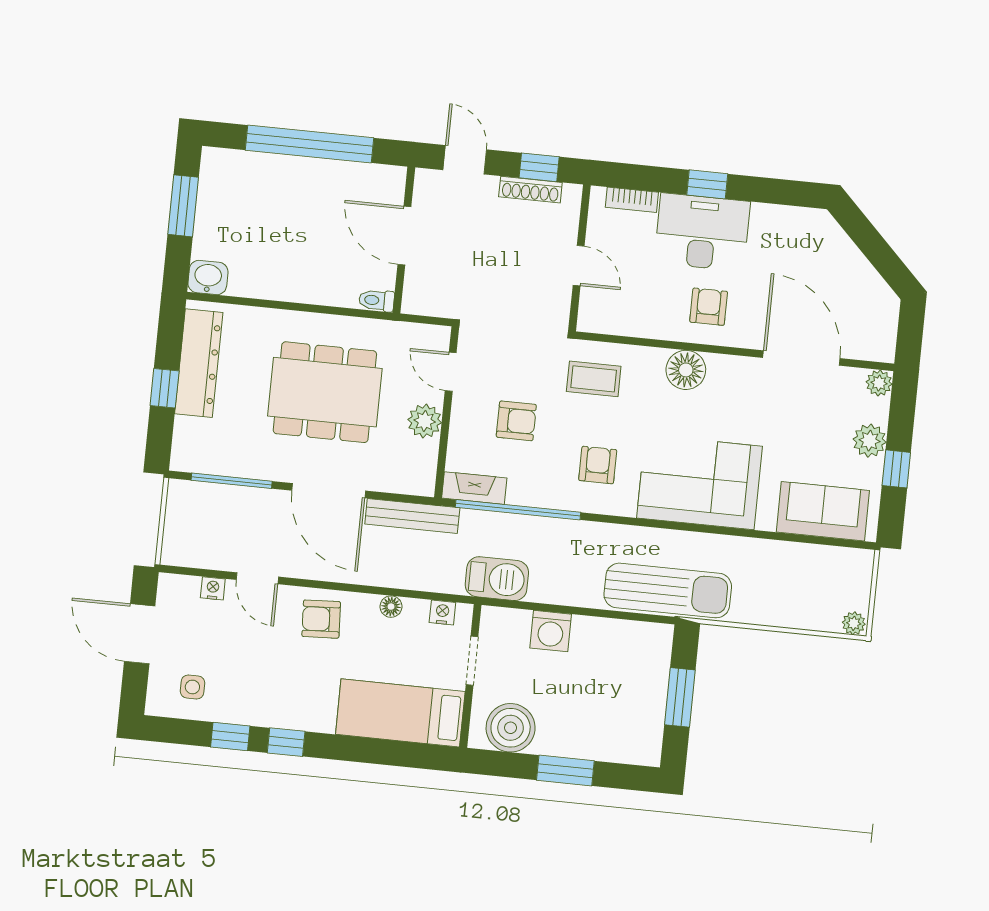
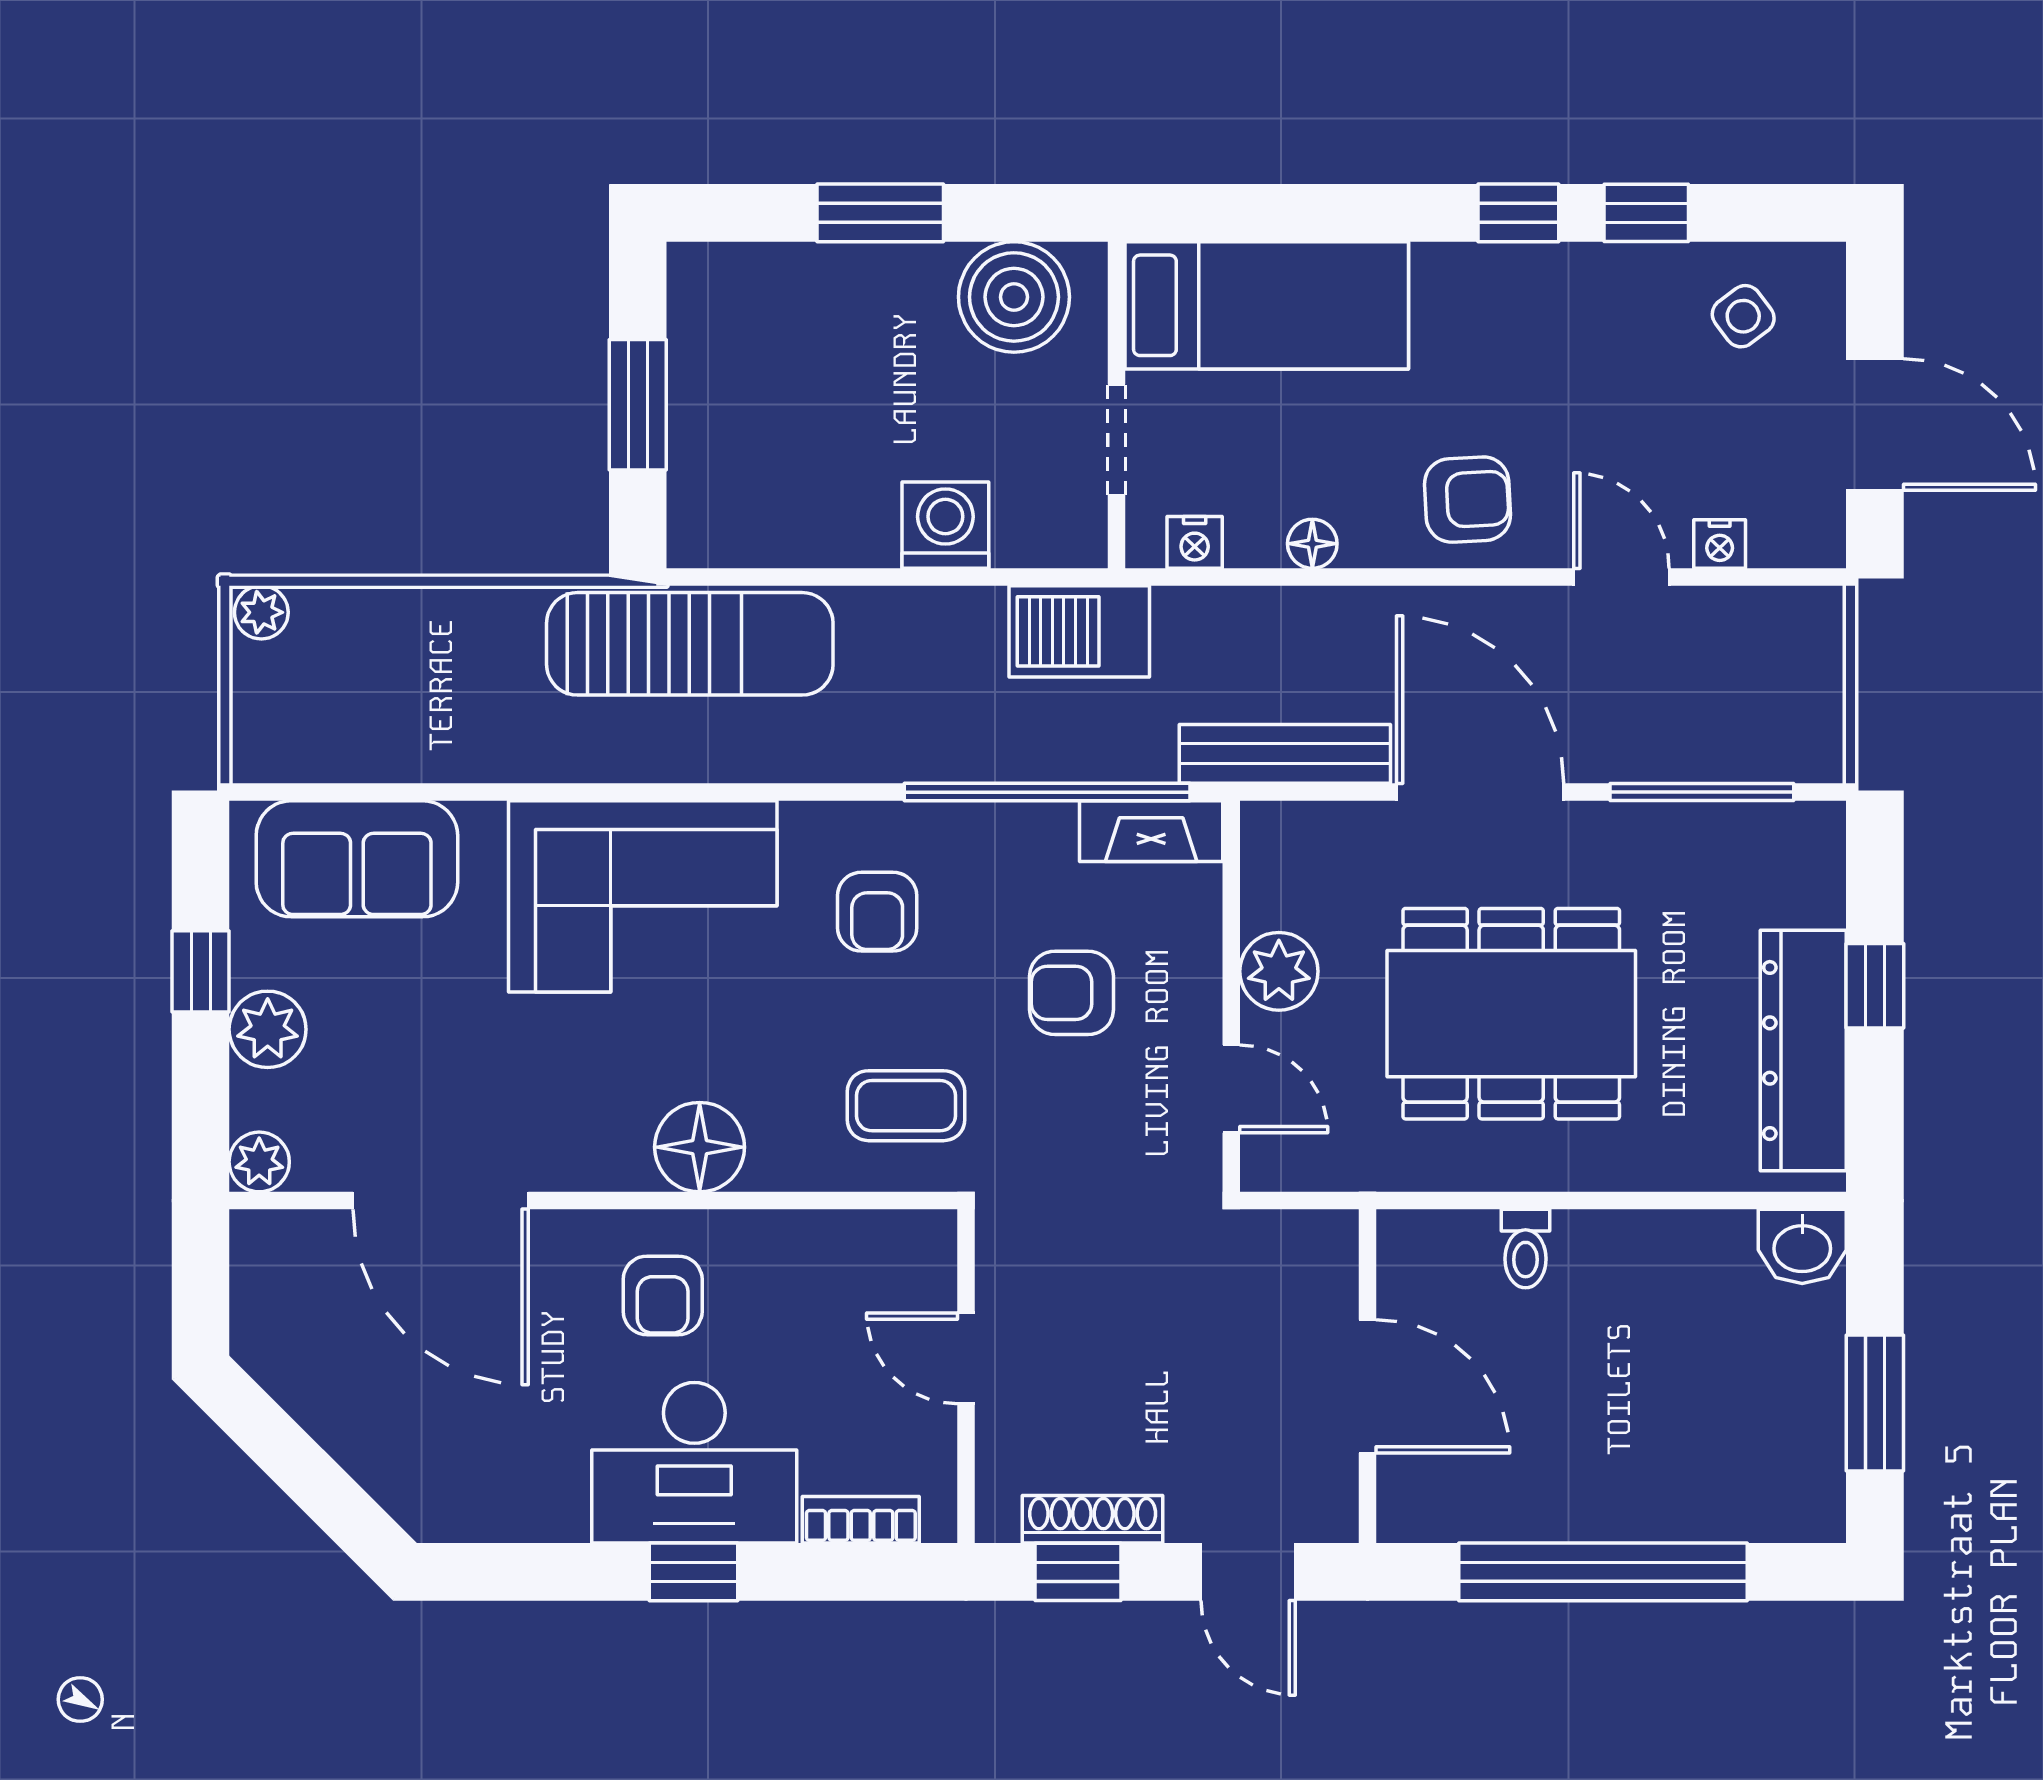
toilet: (377, 300) -> (1526, 1249), moved, turned 90
sun lounger: (668, 590) -> (690, 644), turned 180
side table: (192, 687) -> (1743, 316), turned -37

